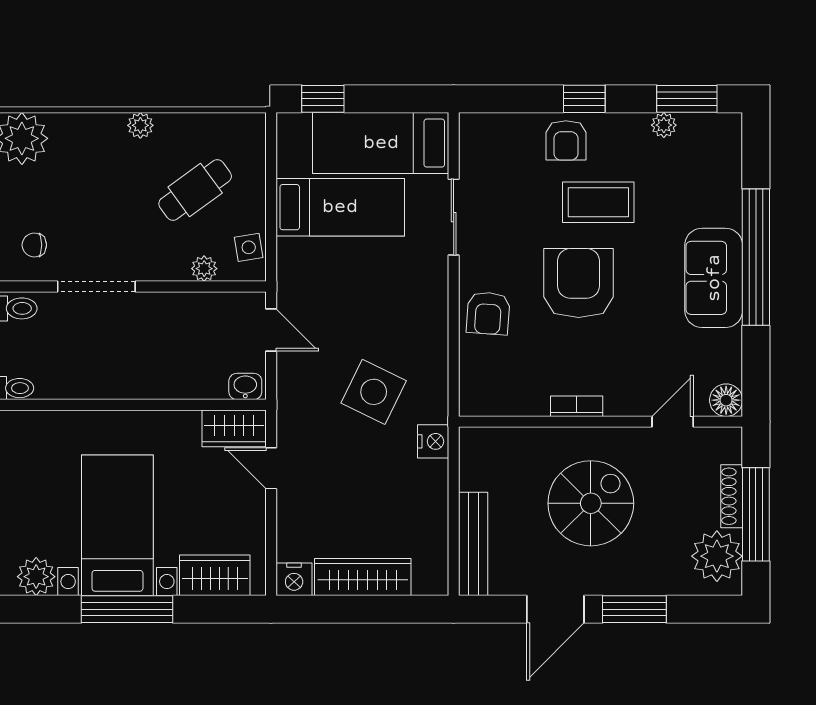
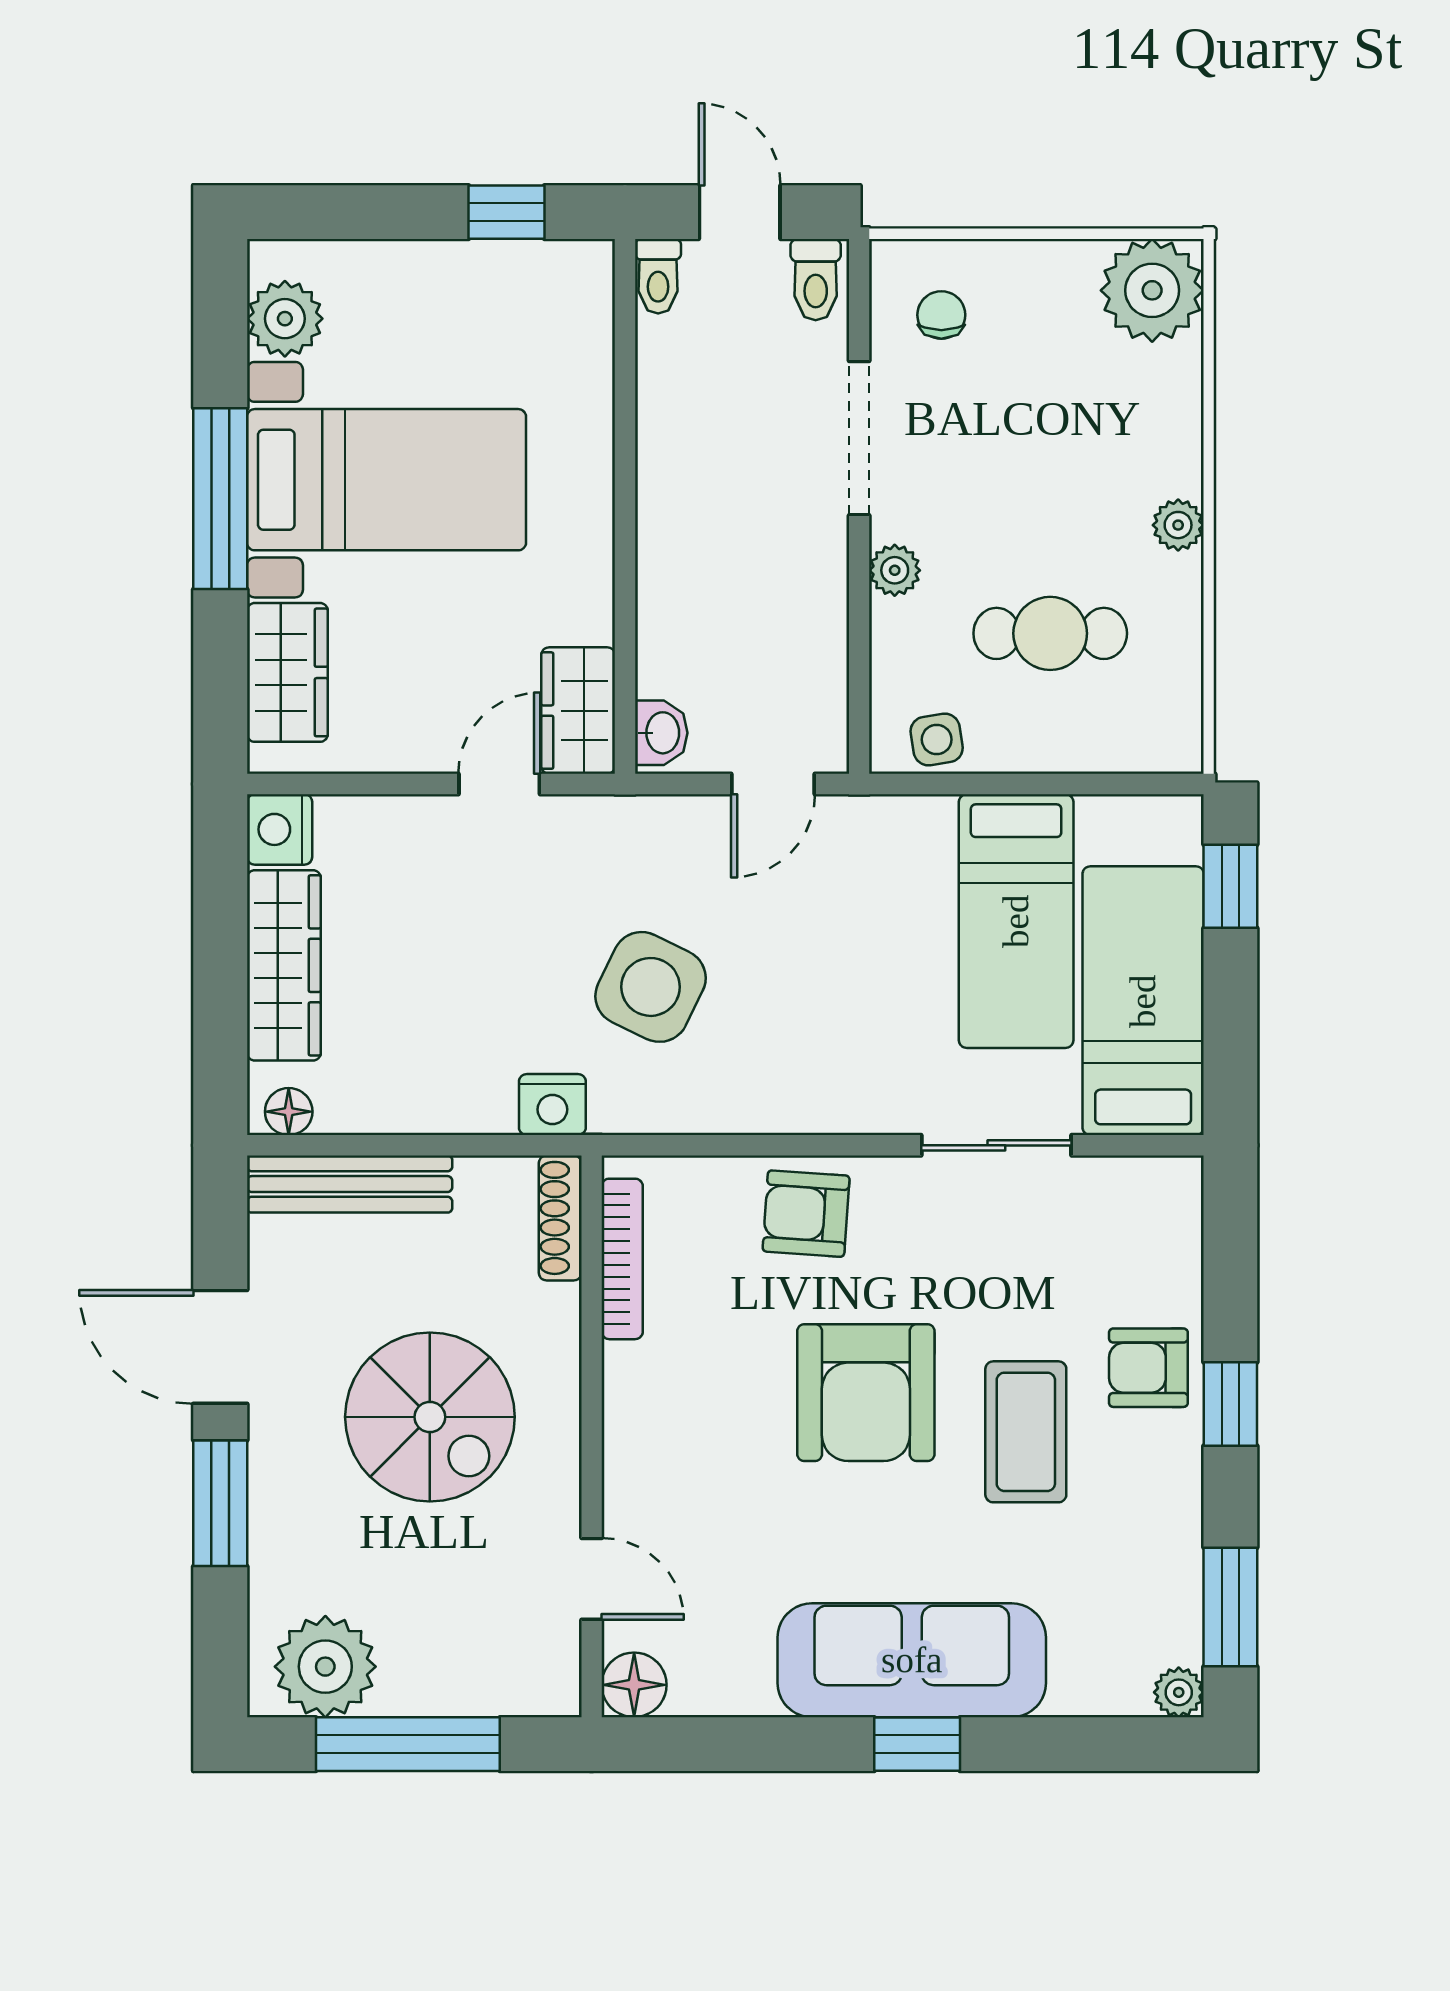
plant: (664, 125) -> (1179, 1692), moved
cafe table: (195, 190) -> (1050, 633), turned -54
window: (756, 257) -> (917, 1744), width x0.32
plant: (204, 269) -> (895, 570), moved
sofa: (714, 278) -> (912, 1660), width x1.36
armchair: (579, 283) -> (866, 1393), turned 90
bookcase: (577, 406) -> (622, 1259), moved, width x1.56
shoe rack: (732, 496) -> (560, 1218), moved, turned -90
floor lamp: (437, 575) -> (289, 1112), added

